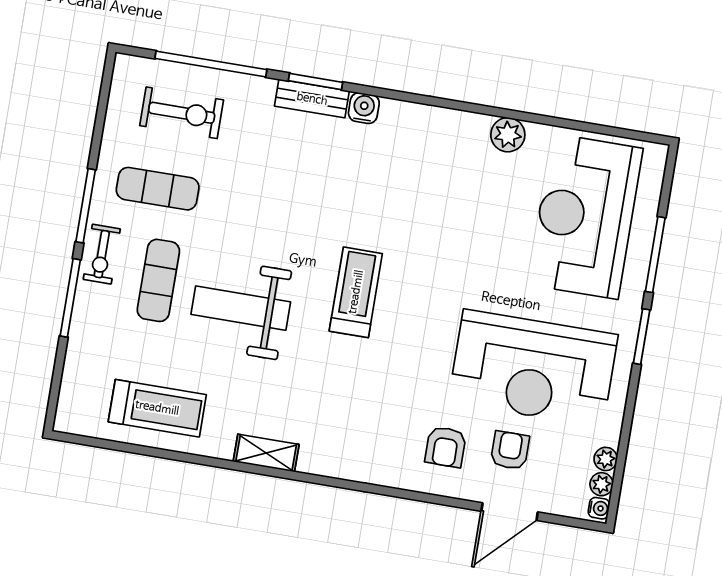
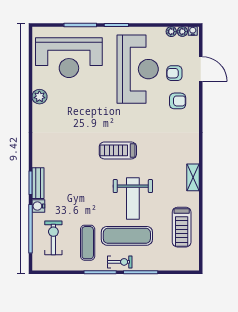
water cooler: (364, 108) -> (38, 206), moved
exercise mat: (158, 280) -> (127, 236), width x1.36, depth x1.45
treadmill: (157, 408) -> (182, 227), turned 180

